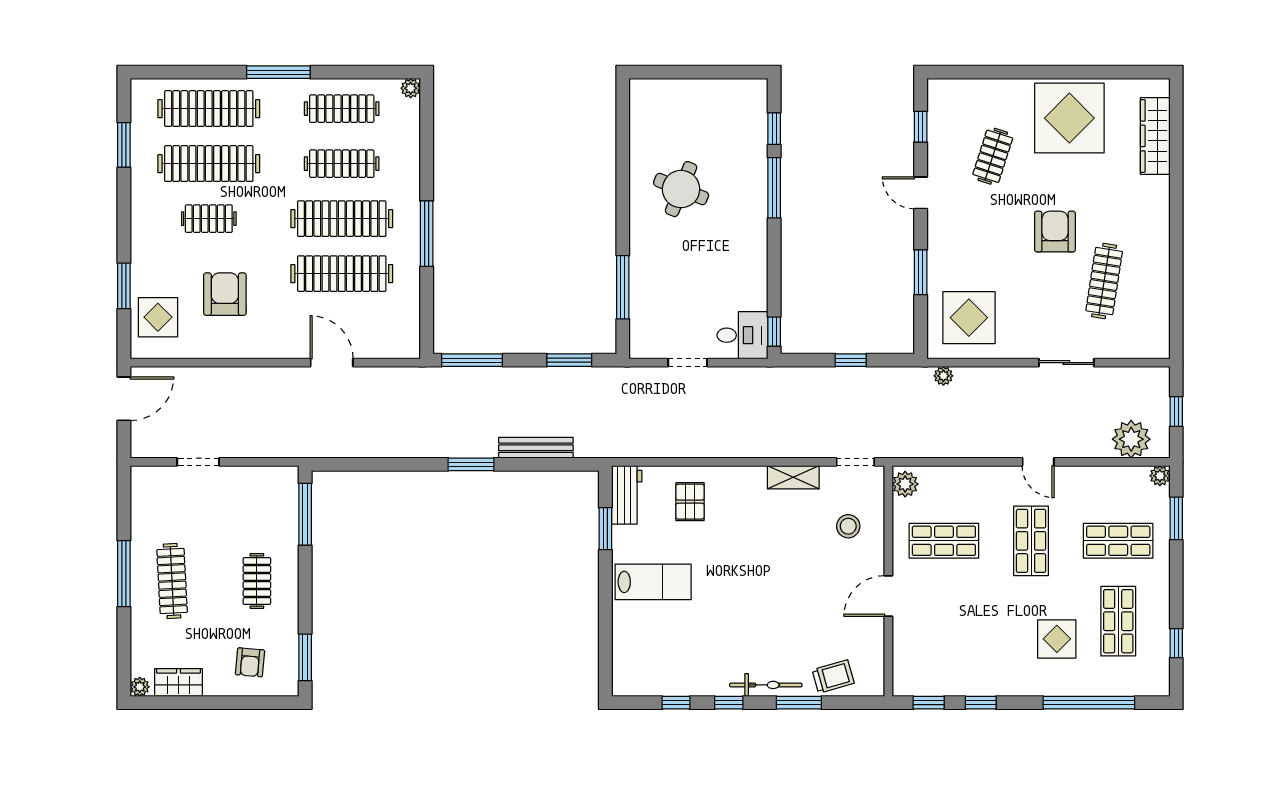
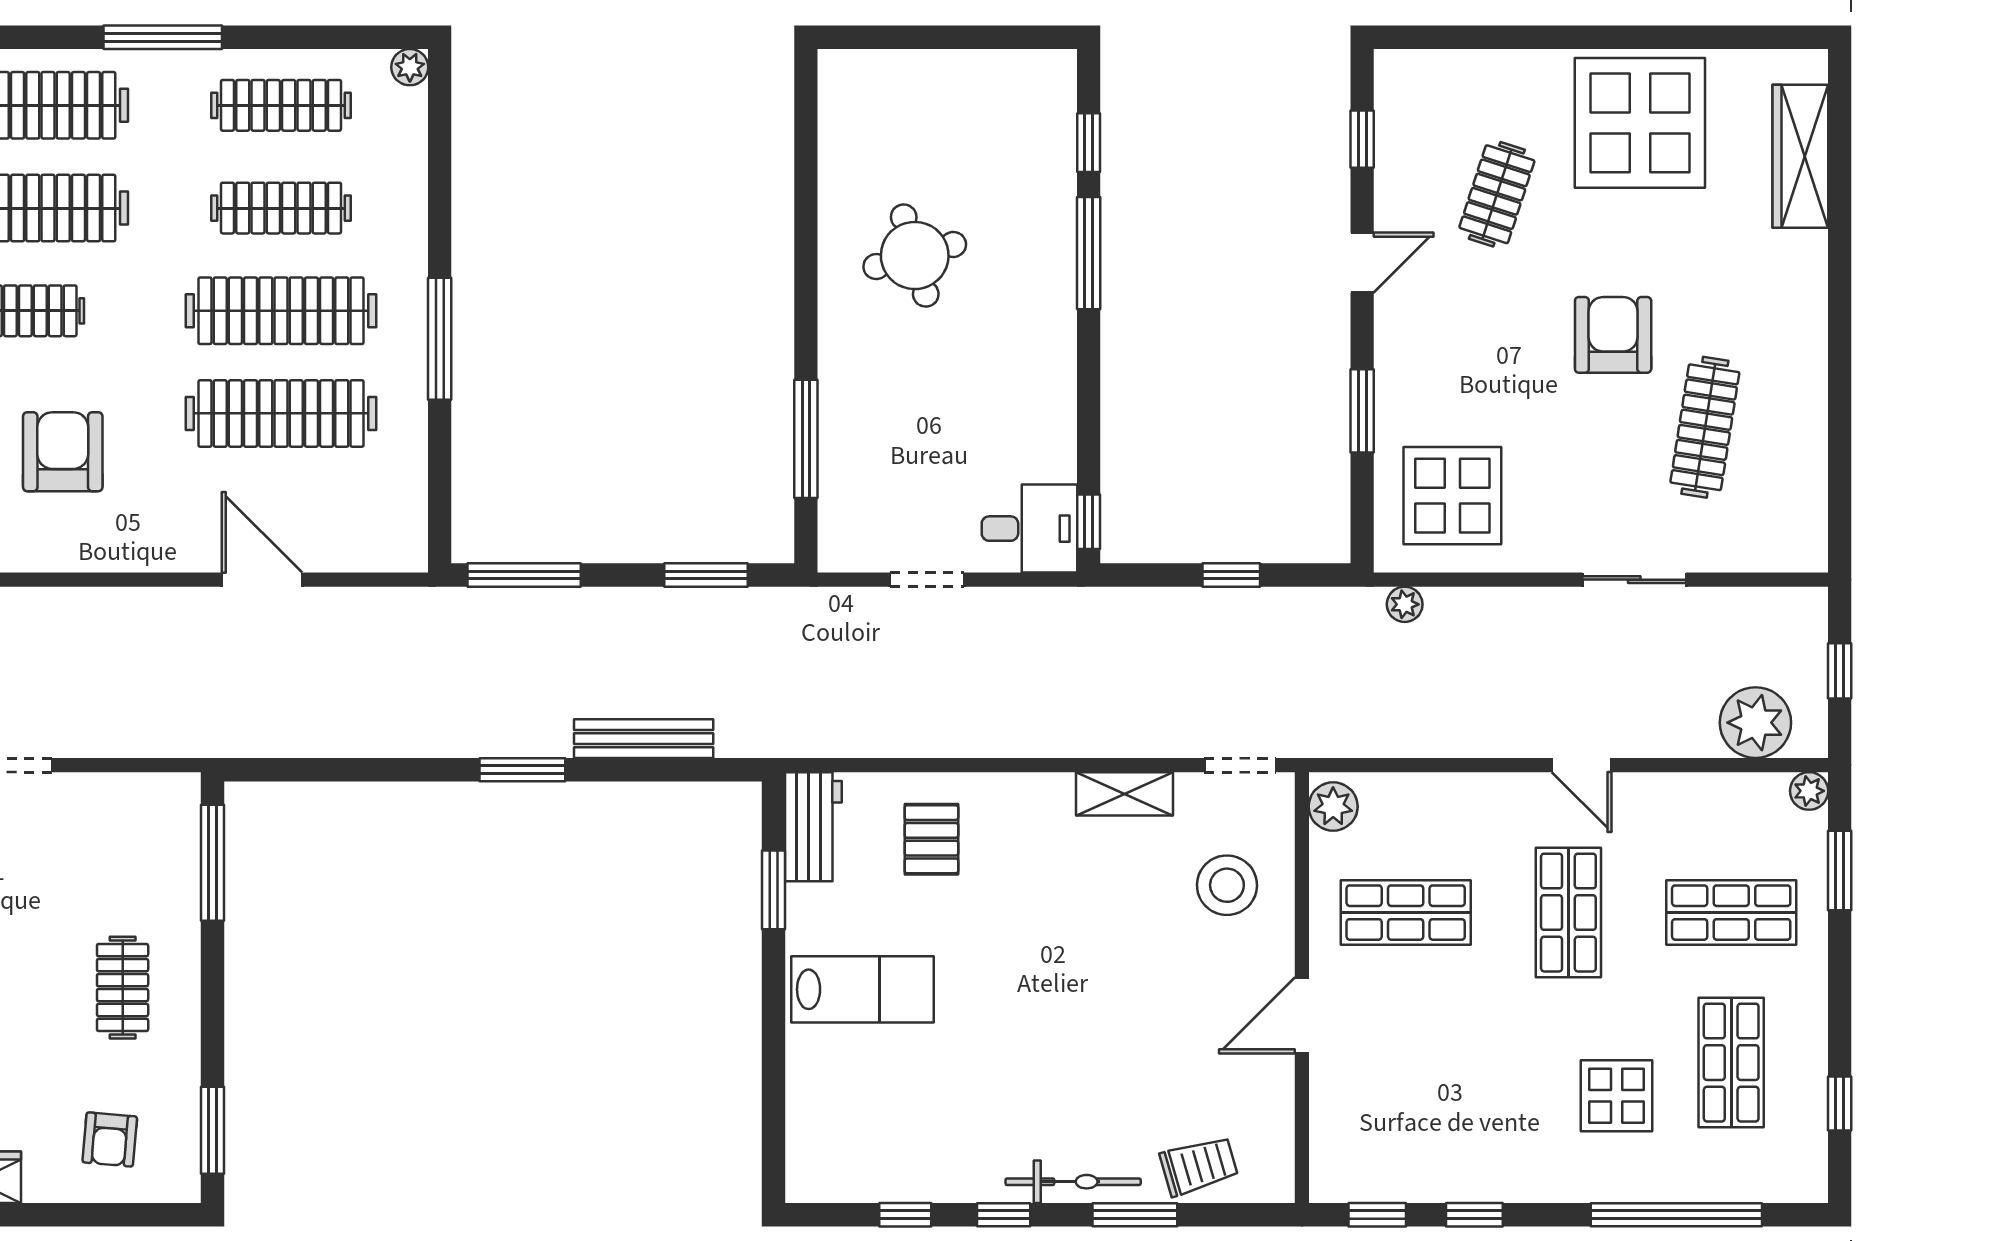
round table: (681, 189) -> (915, 256), turned -38
door: (921, 193) -> (1362, 263), swing flipped
stool: (848, 526) -> (1227, 885), width x1.38, depth x1.38

